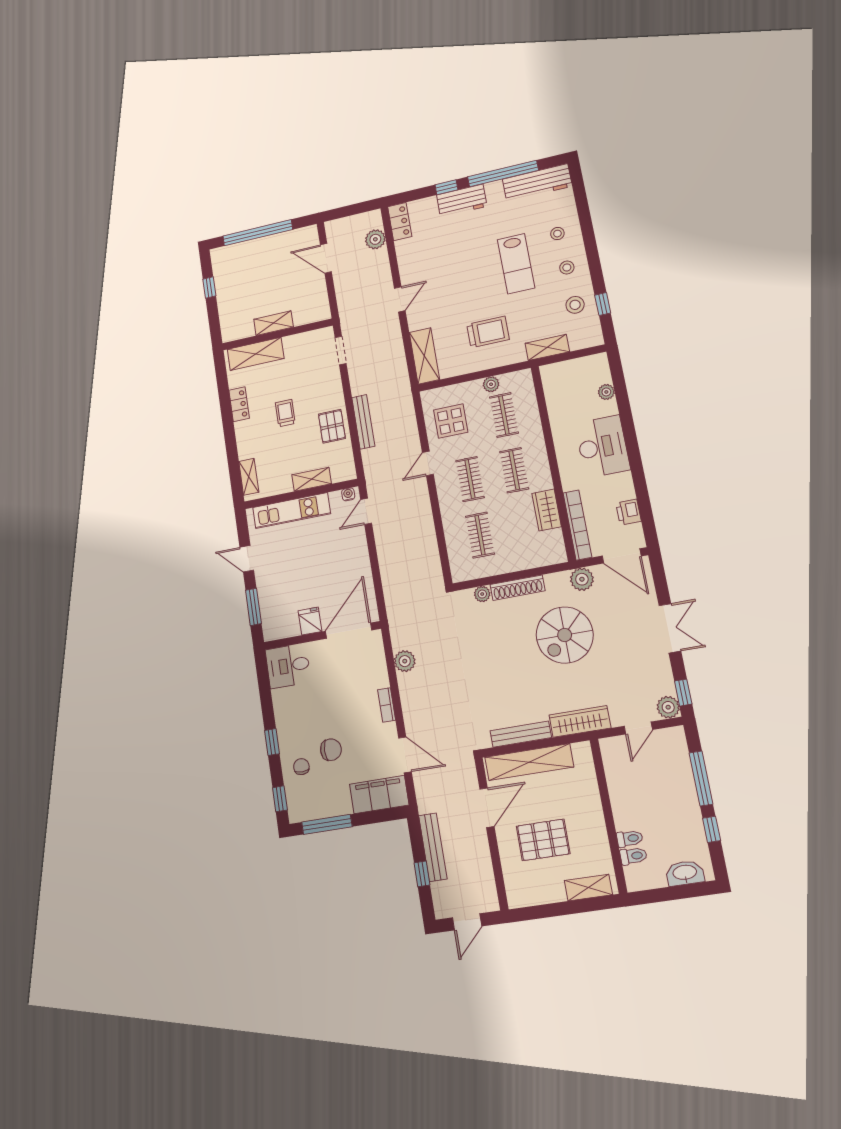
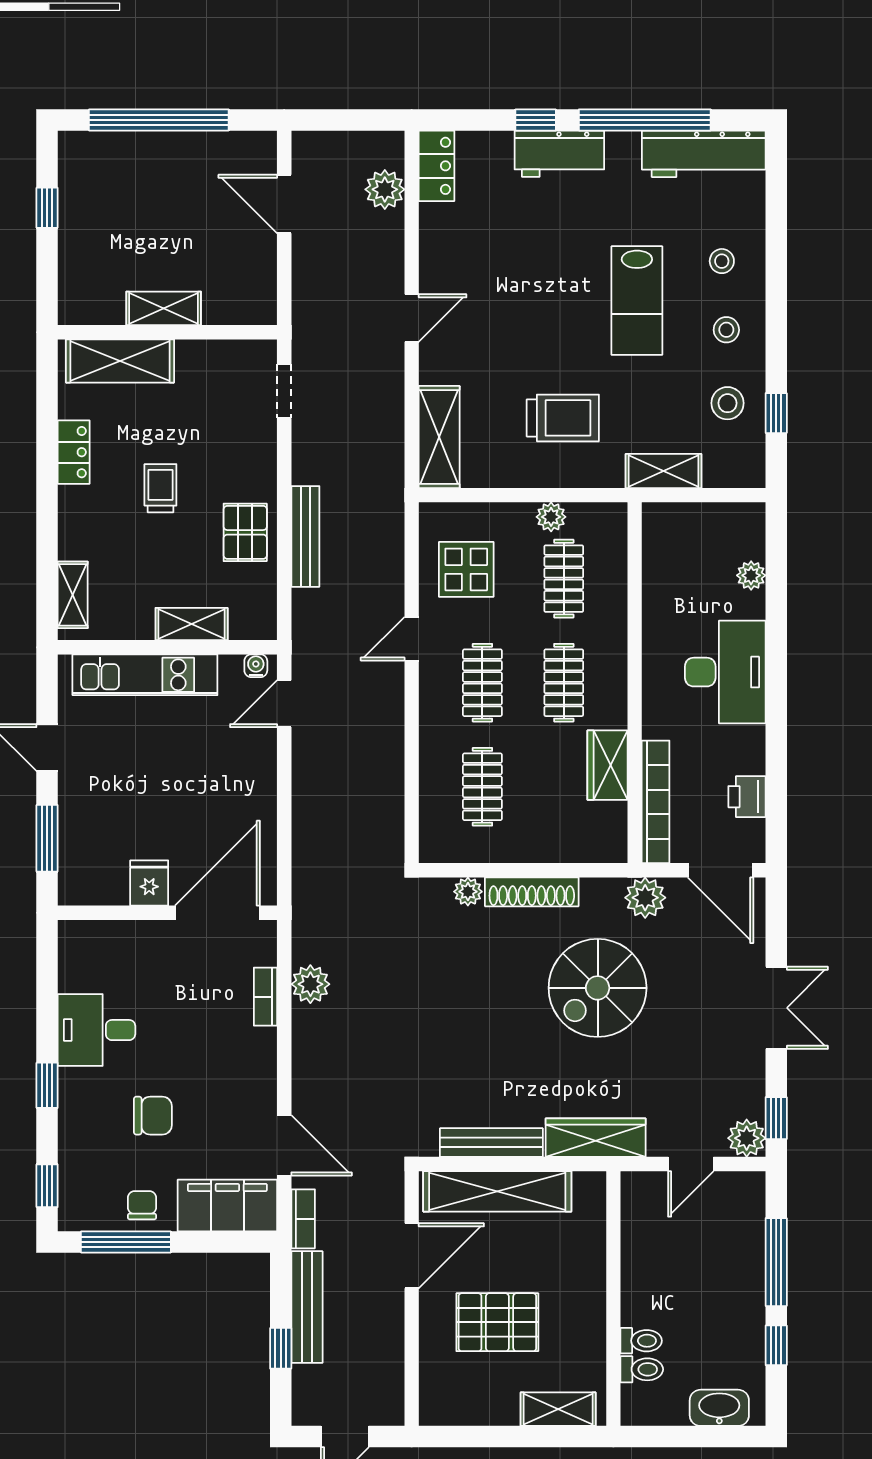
desk: (288, 666) -> (96, 1030), moved
bookcase: (387, 705) -> (265, 997), moved
chair: (301, 767) -> (142, 1205), moved
bookcase: (422, 796) -> (303, 1219), added

